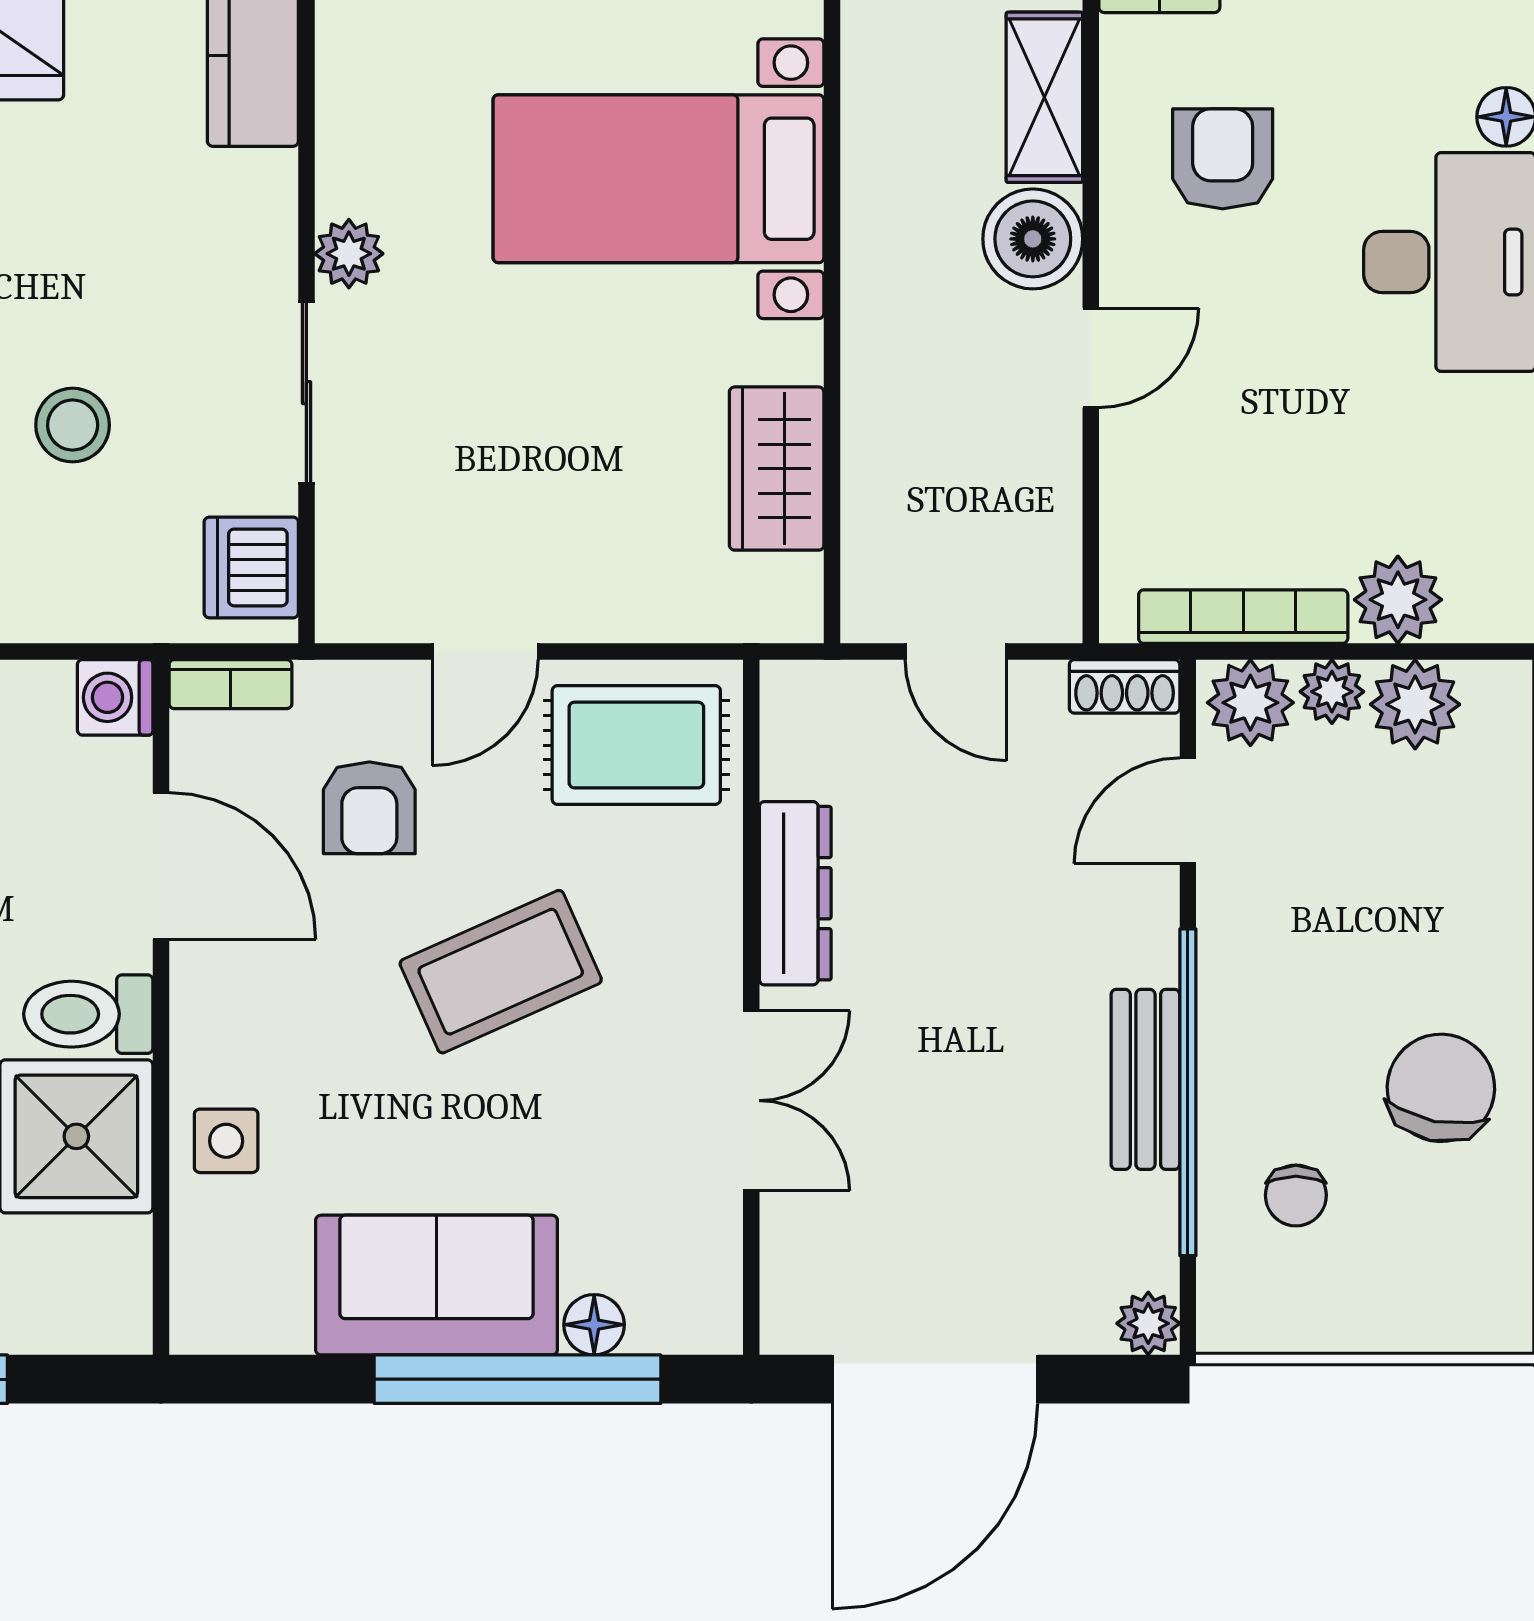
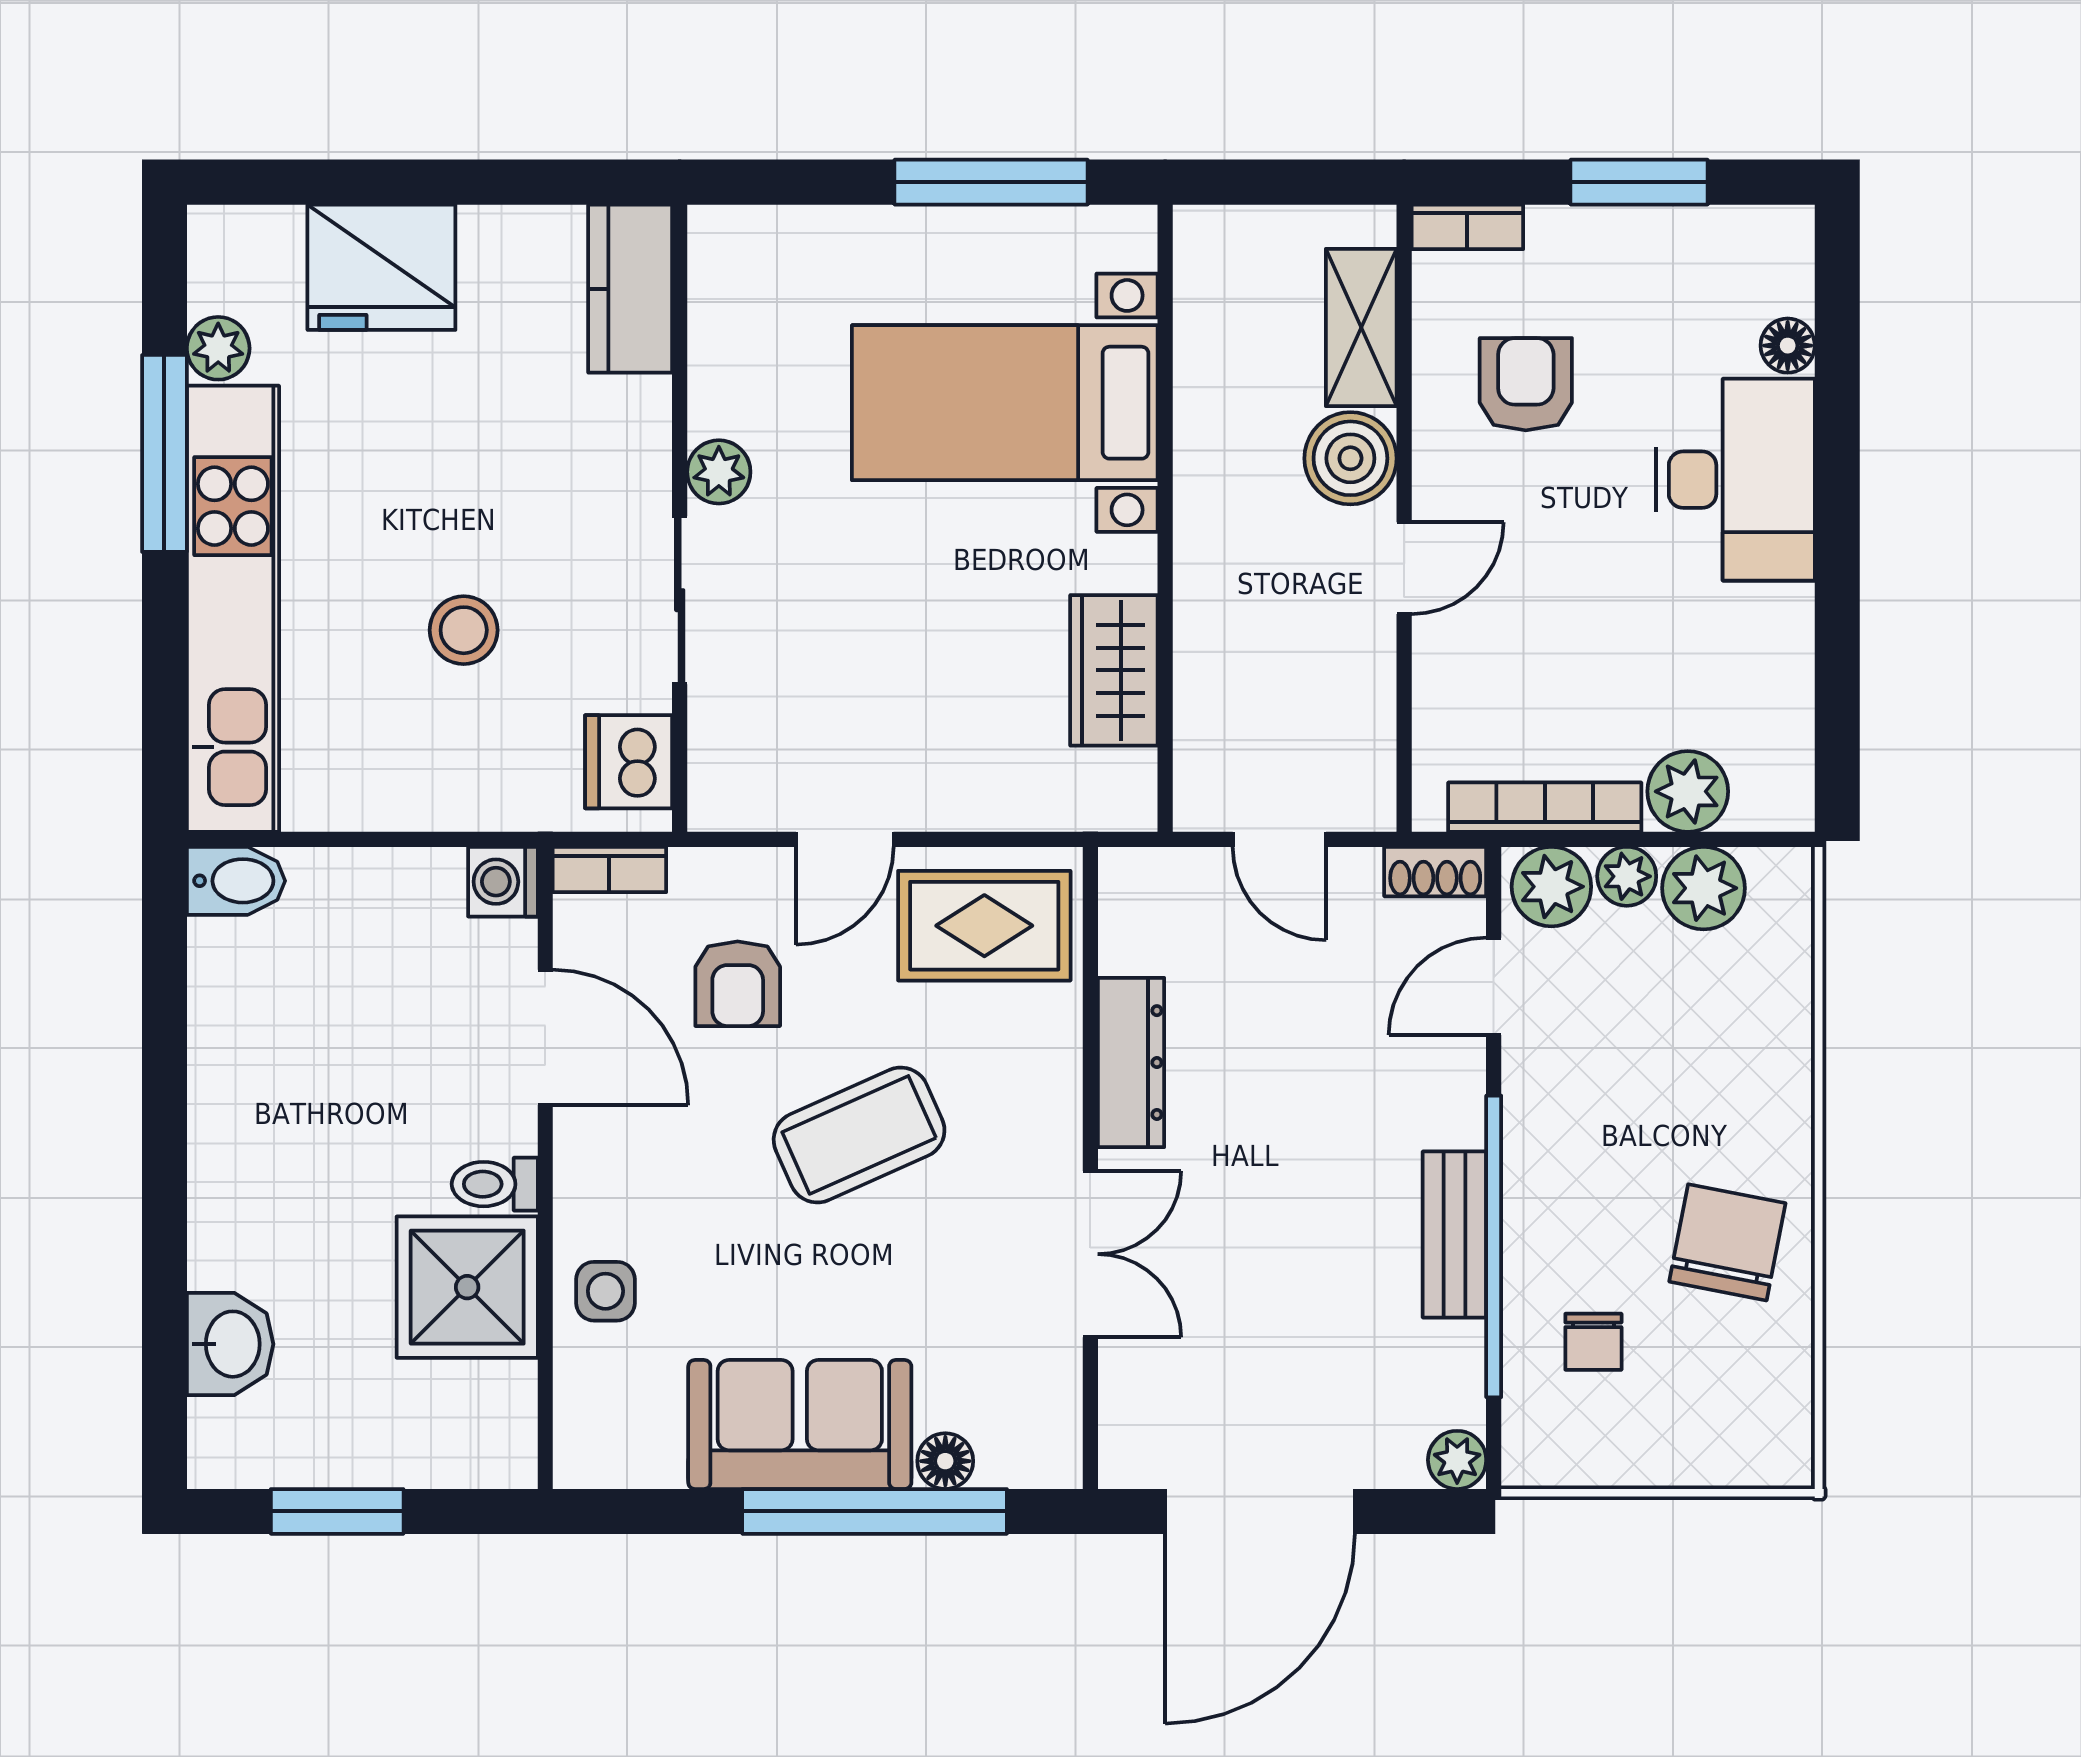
toilet: (88, 1014) -> (495, 1184), width x0.73, depth x0.72

